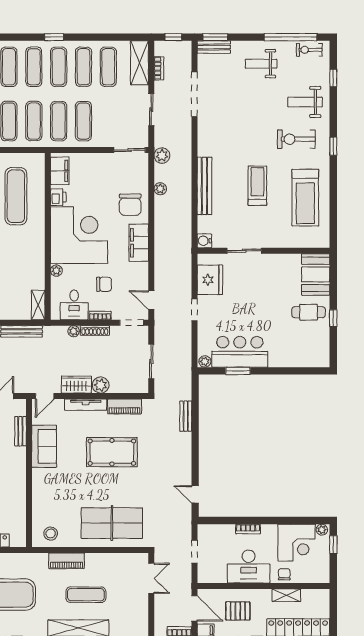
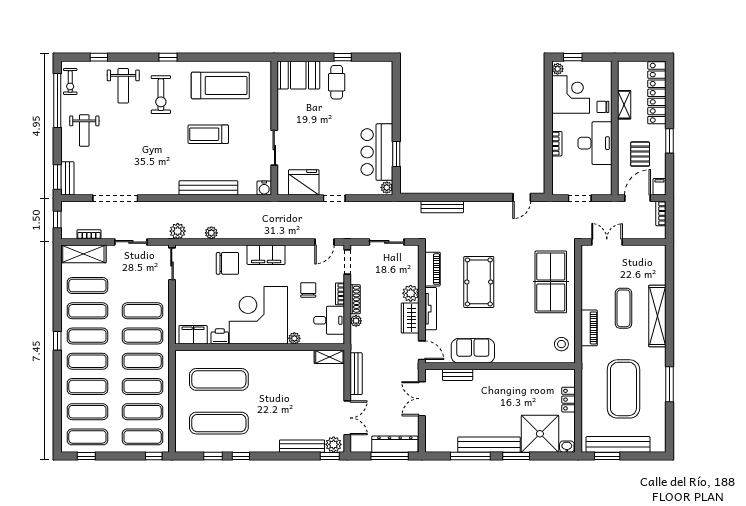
bench: (186, 416) -> (442, 207), width x1.36

